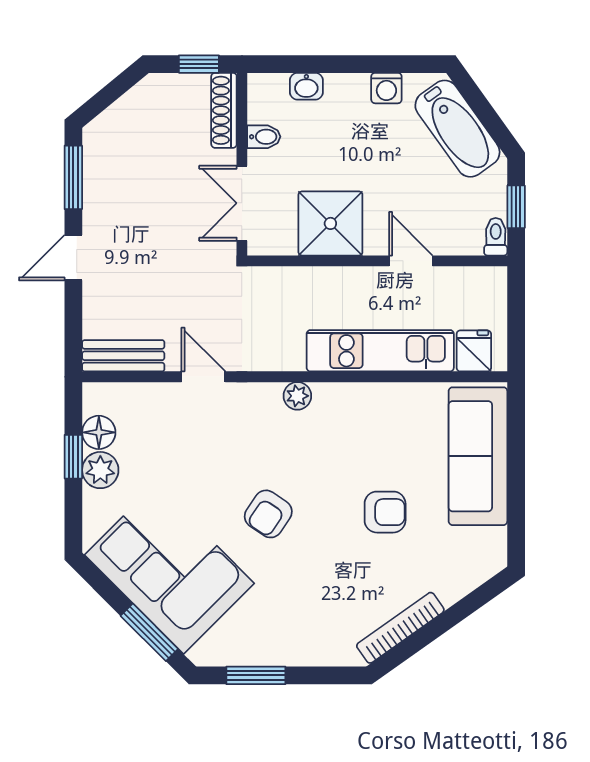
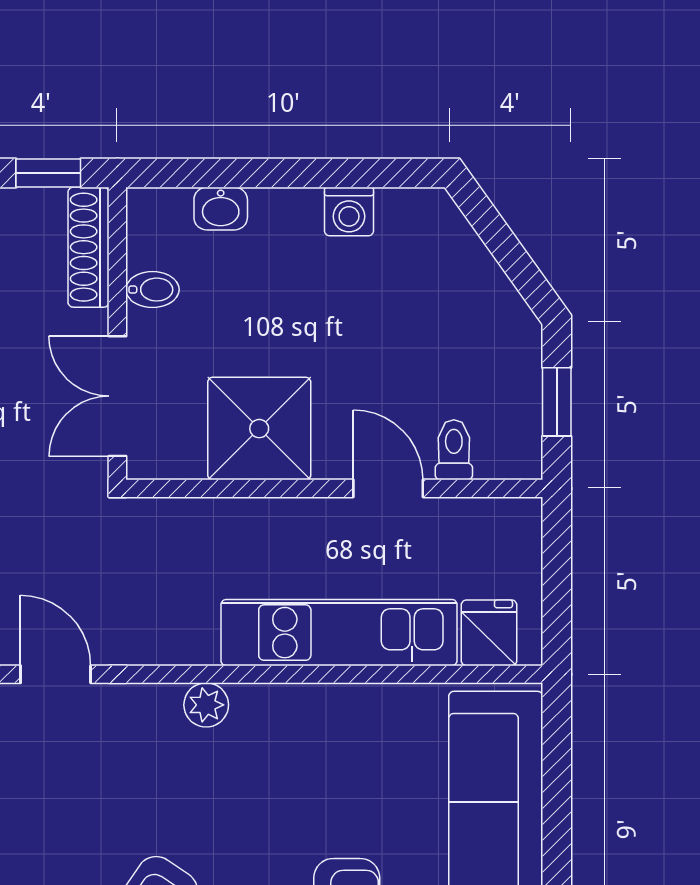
bathtub: (457, 129) -> (463, 277), removed
toilet: (496, 237) -> (454, 450), moved

